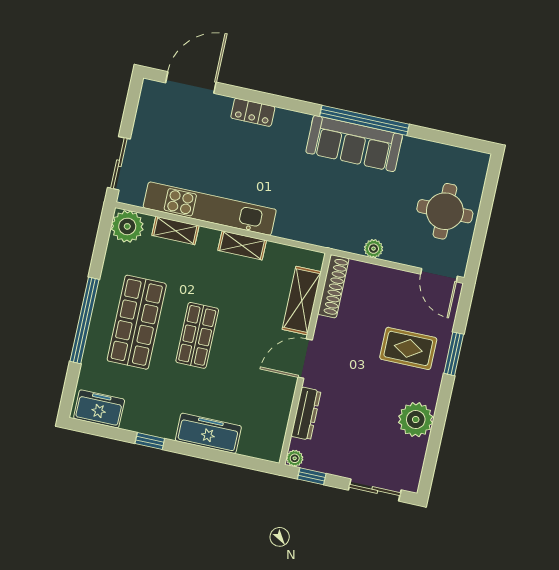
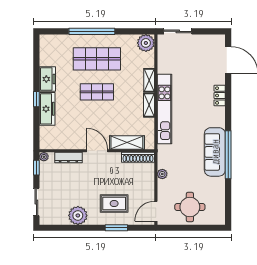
kitchen unit: (210, 209) -> (164, 109), moved
shelving: (175, 231) -> (149, 80), moved
rug: (408, 348) -> (114, 204), turned 90
freezer: (99, 409) -> (47, 79), moved
window: (150, 441) -> (36, 99), moved

